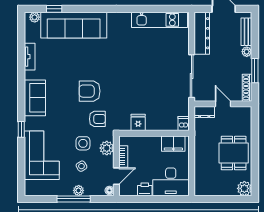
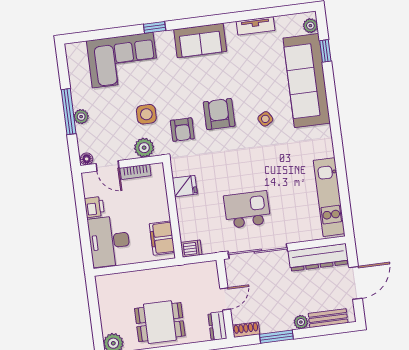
kitchen island: (161, 80) -> (247, 210), added
shoe rack: (247, 88) -> (246, 330), width x0.70
dresser: (204, 112) -> (217, 326), moved
side table: (81, 166) -> (265, 119), moved

